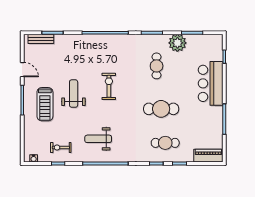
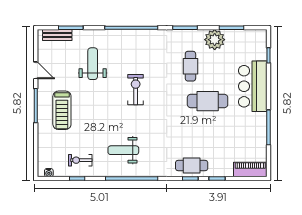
weight bench: (74, 94) -> (93, 64), moved
cafe table: (161, 109) -> (208, 101), moved
cafe table: (165, 143) -> (192, 166), moved

